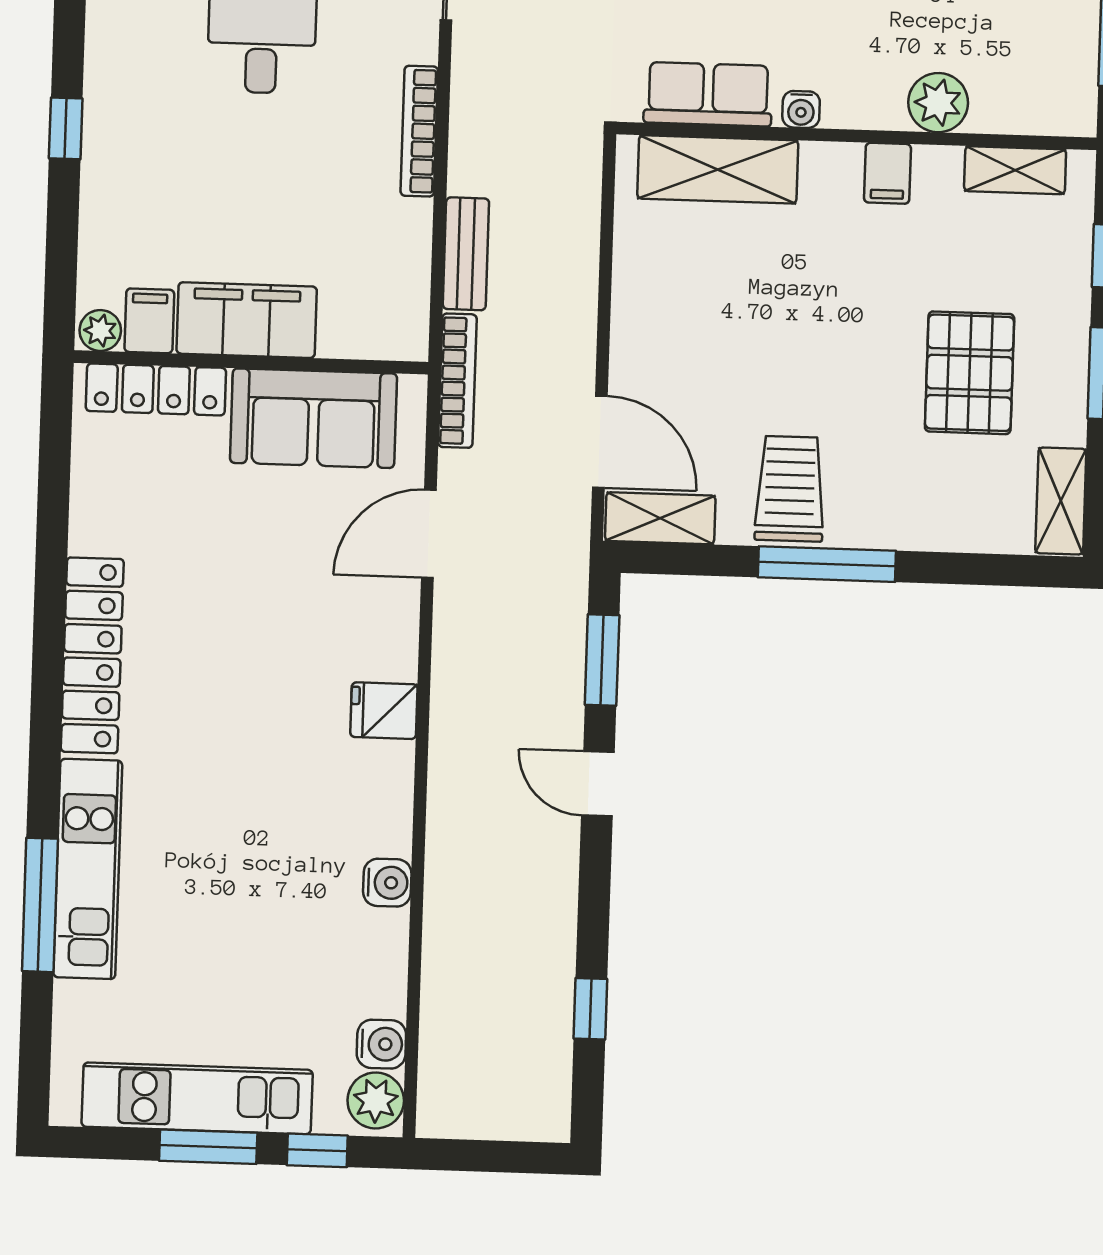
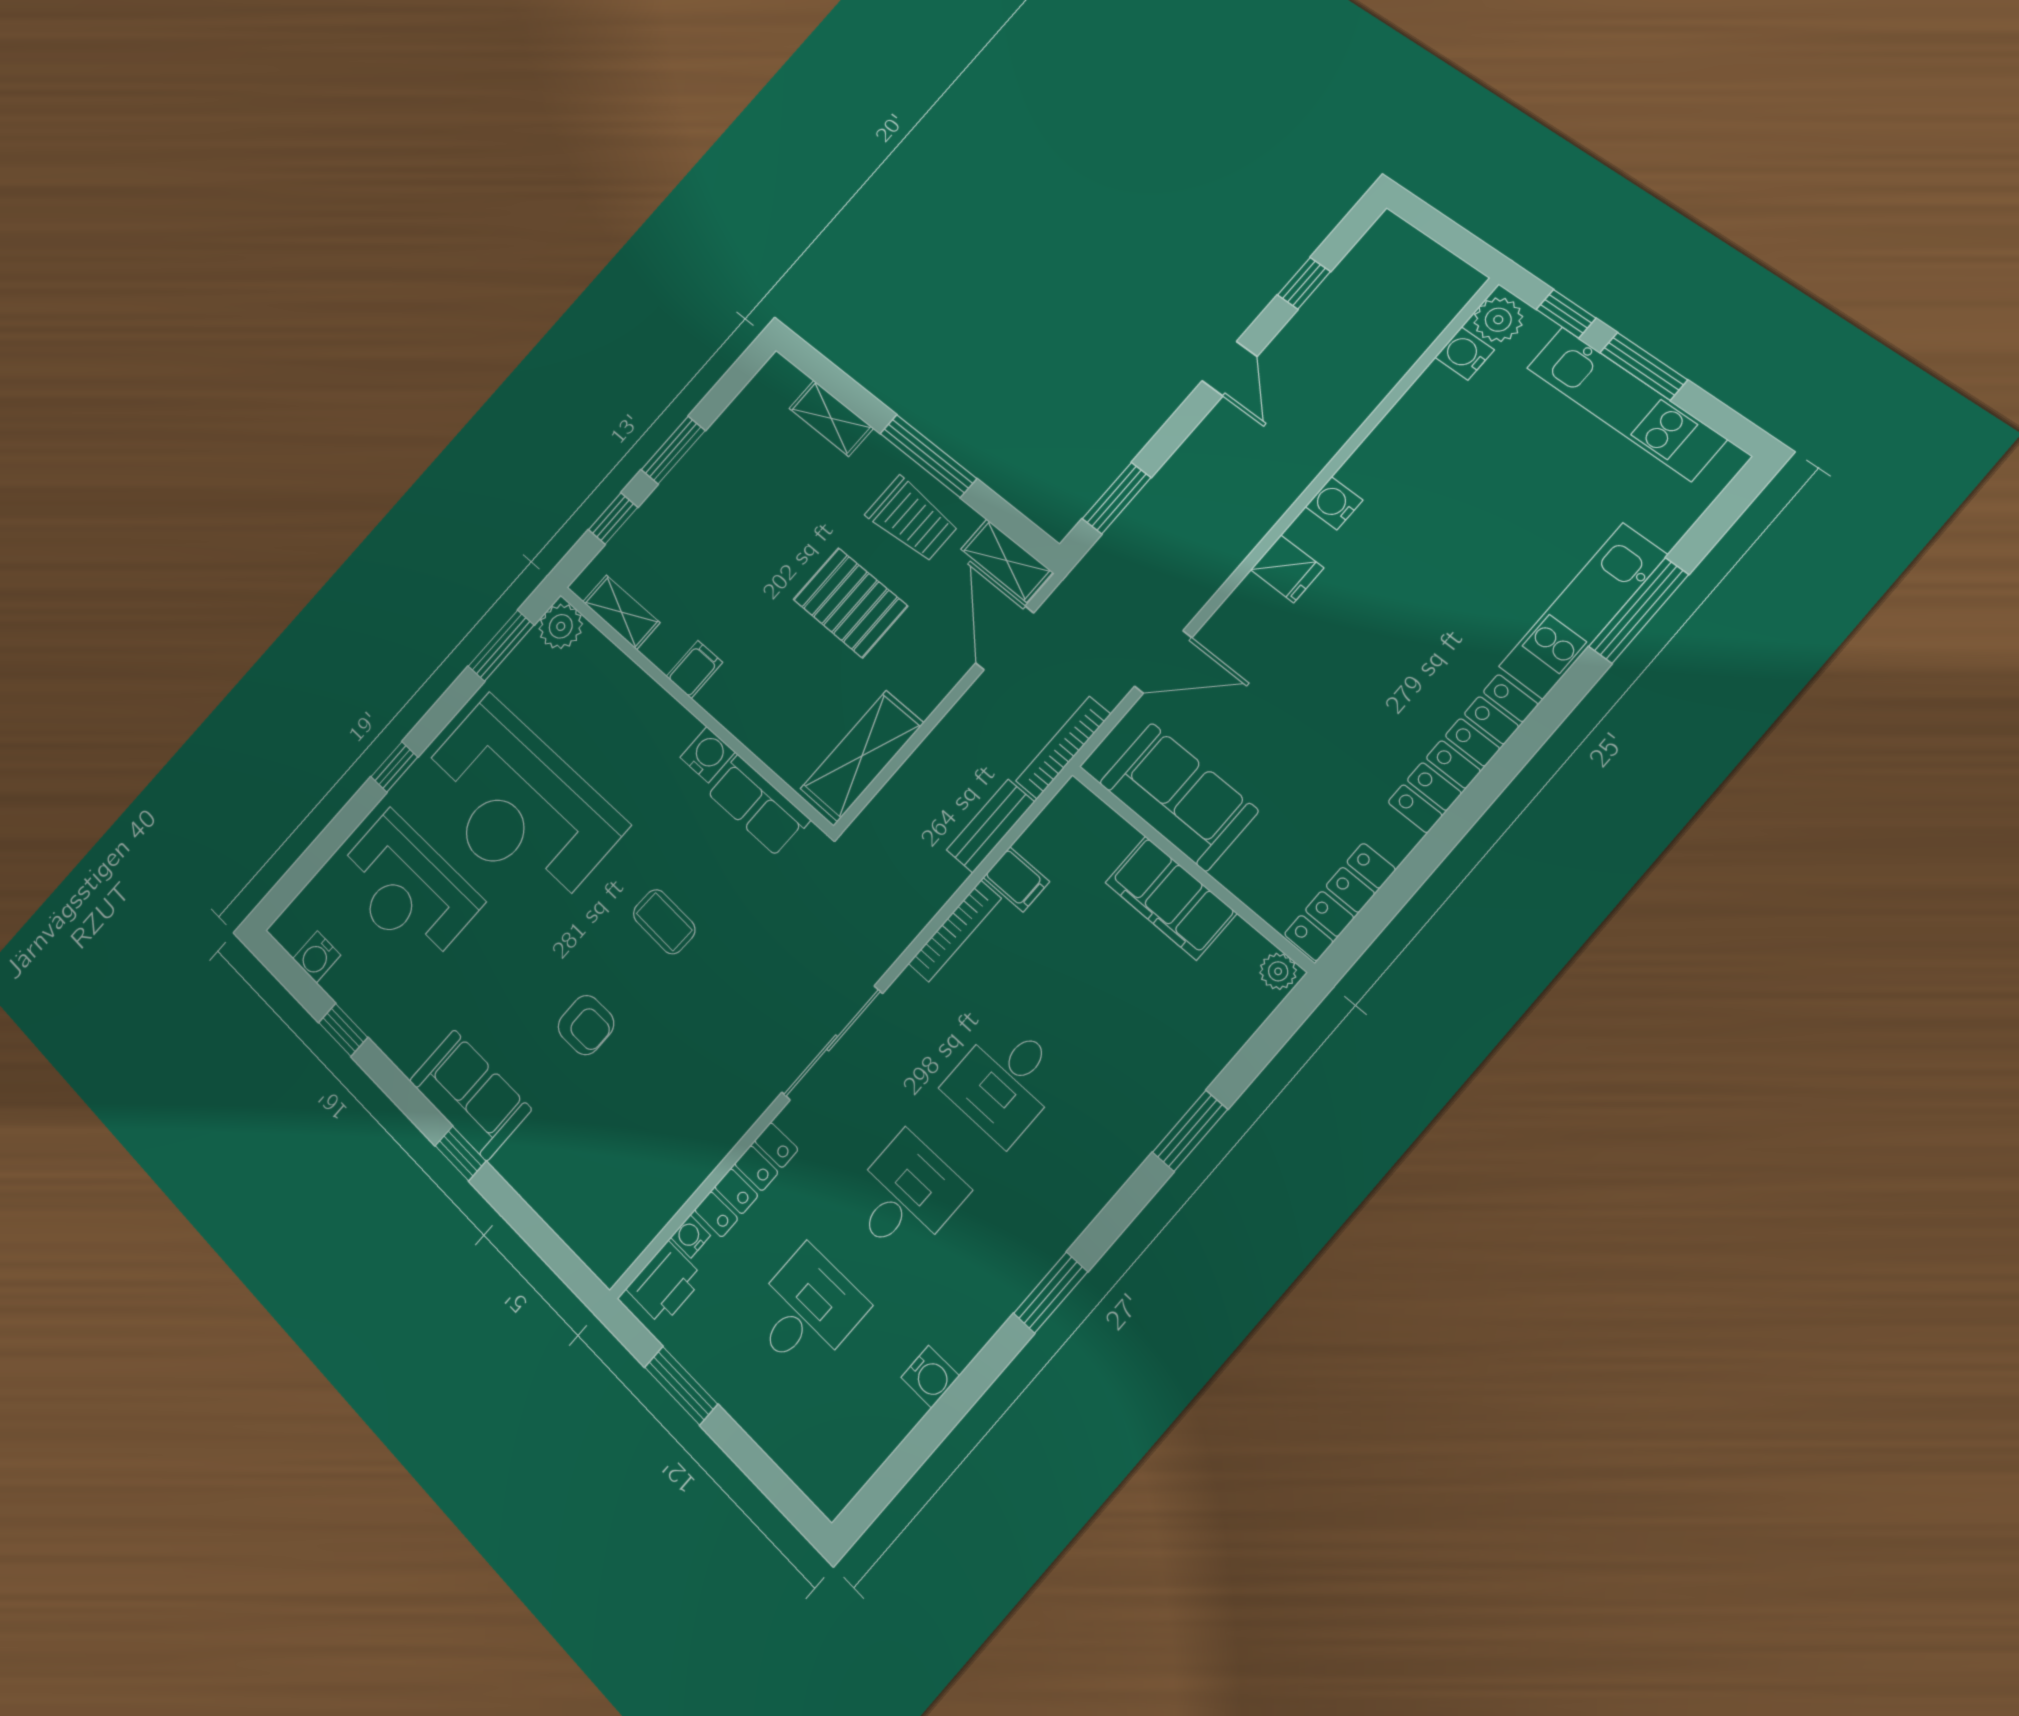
plant: (938, 103) -> (561, 626), moved
water cooler: (801, 109) -> (708, 755), width x1.38, depth x1.38
window: (66, 128) -> (1190, 1131), width x1.50
shelving: (718, 169) -> (862, 756), moved, turned 90
filing cabinet: (149, 321) -> (1016, 879), moved, turned -90
pallet: (970, 373) -> (850, 603), moved, turned 90
locker: (156, 389) -> (1340, 902), moved, turned -90
trolley: (790, 489) -> (912, 519), turned -90
shelving: (1061, 501) -> (831, 418), moved, turned 90
door: (598, 784) -> (1230, 369), moved
water cooler: (387, 883) -> (1334, 503), moved

